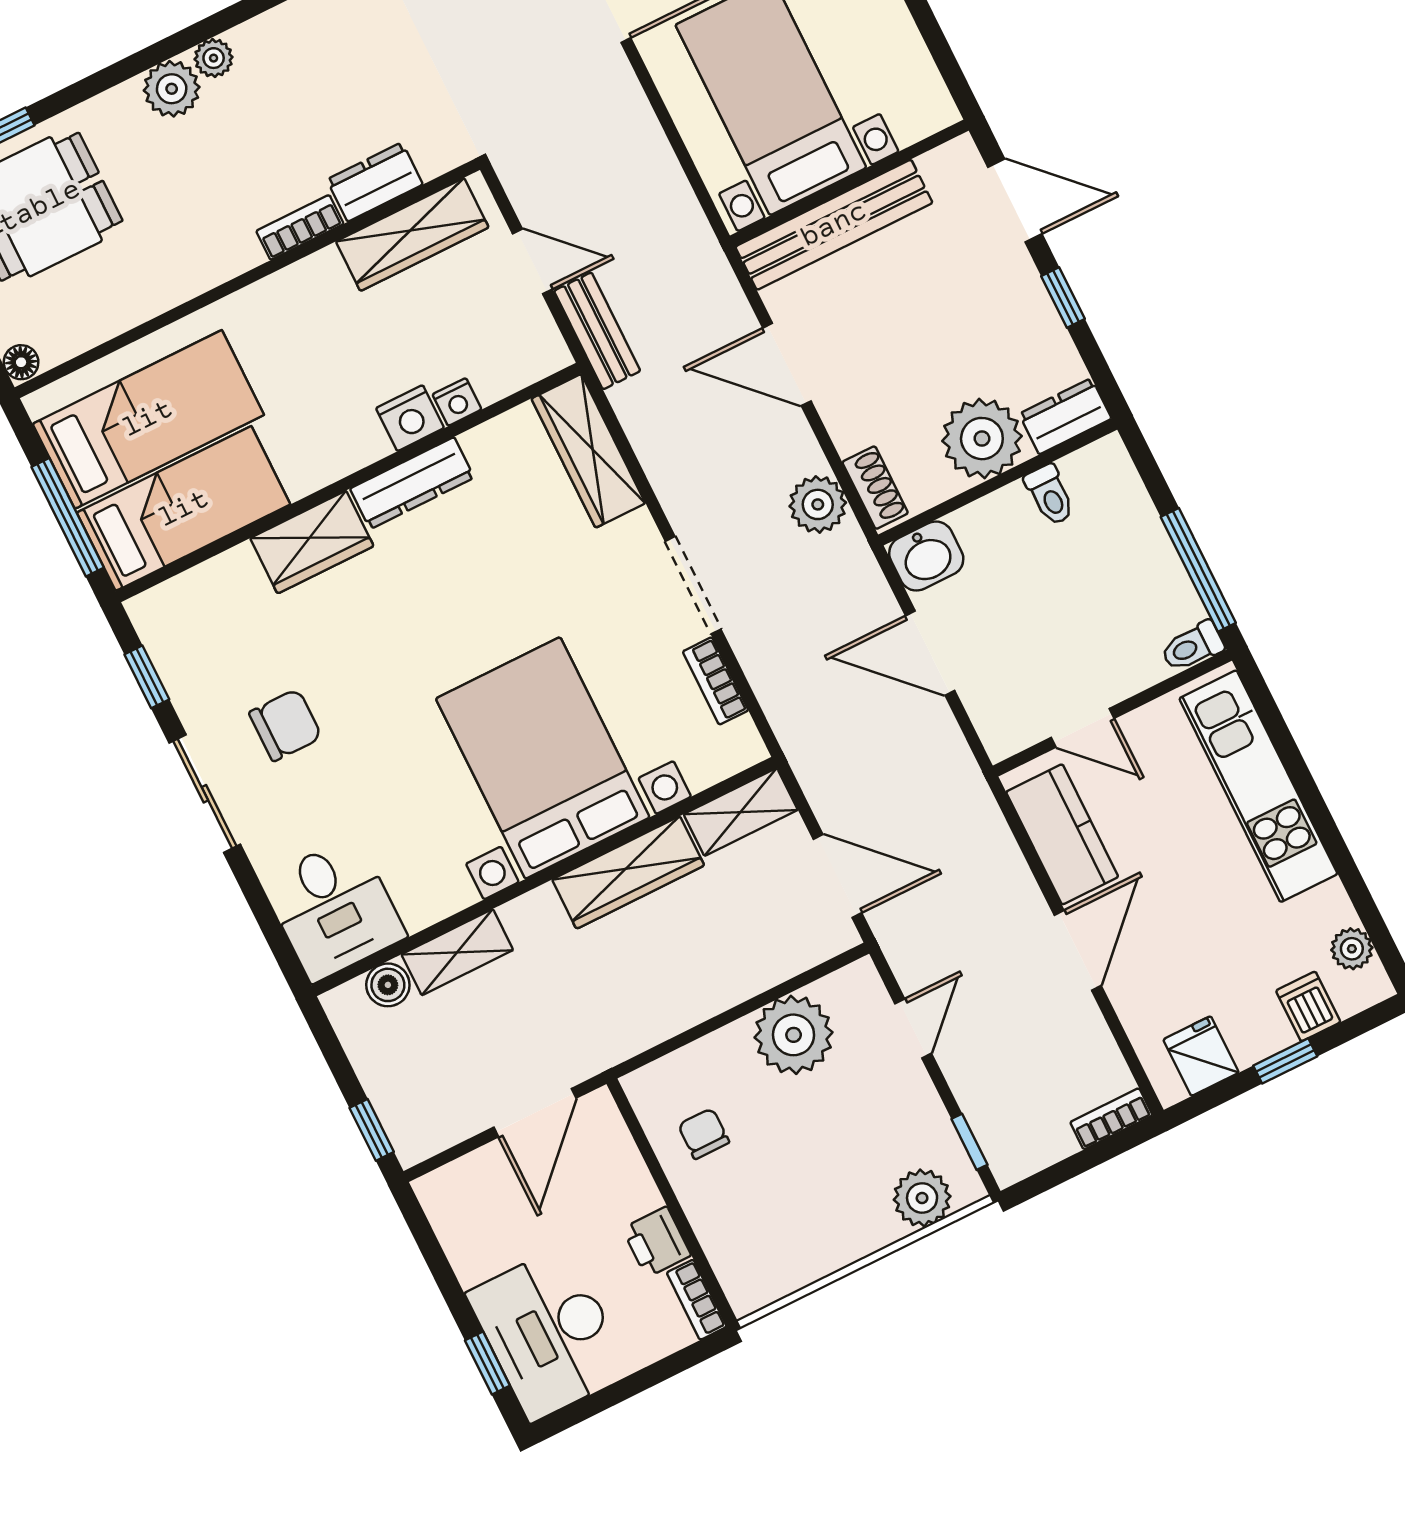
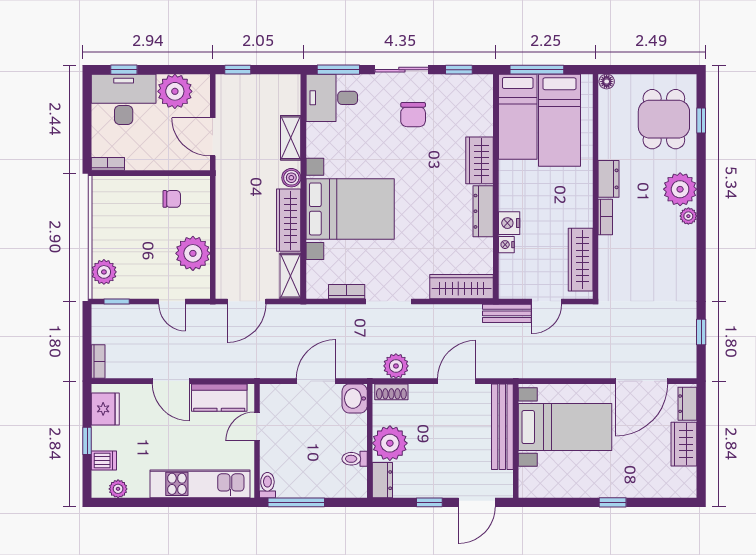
plant: (172, 89) -> (680, 189), width x1.36, depth x1.36
dresser: (375, 182) -> (608, 179), moved
window: (269, 924) -> (338, 70), added
boiler: (388, 985) -> (291, 178), moved
fridge: (1201, 1056) -> (105, 409), width x1.38
plant: (480, 1236) -> (175, 91), added
printer: (657, 1242) -> (138, 159), removed

